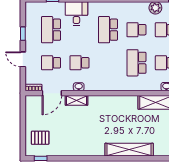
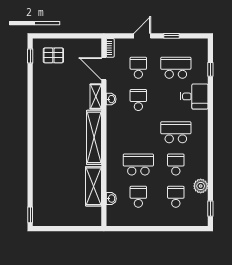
pallet: (40, 138) -> (53, 55), turned 90
shelving: (129, 150) -> (94, 137), moved

